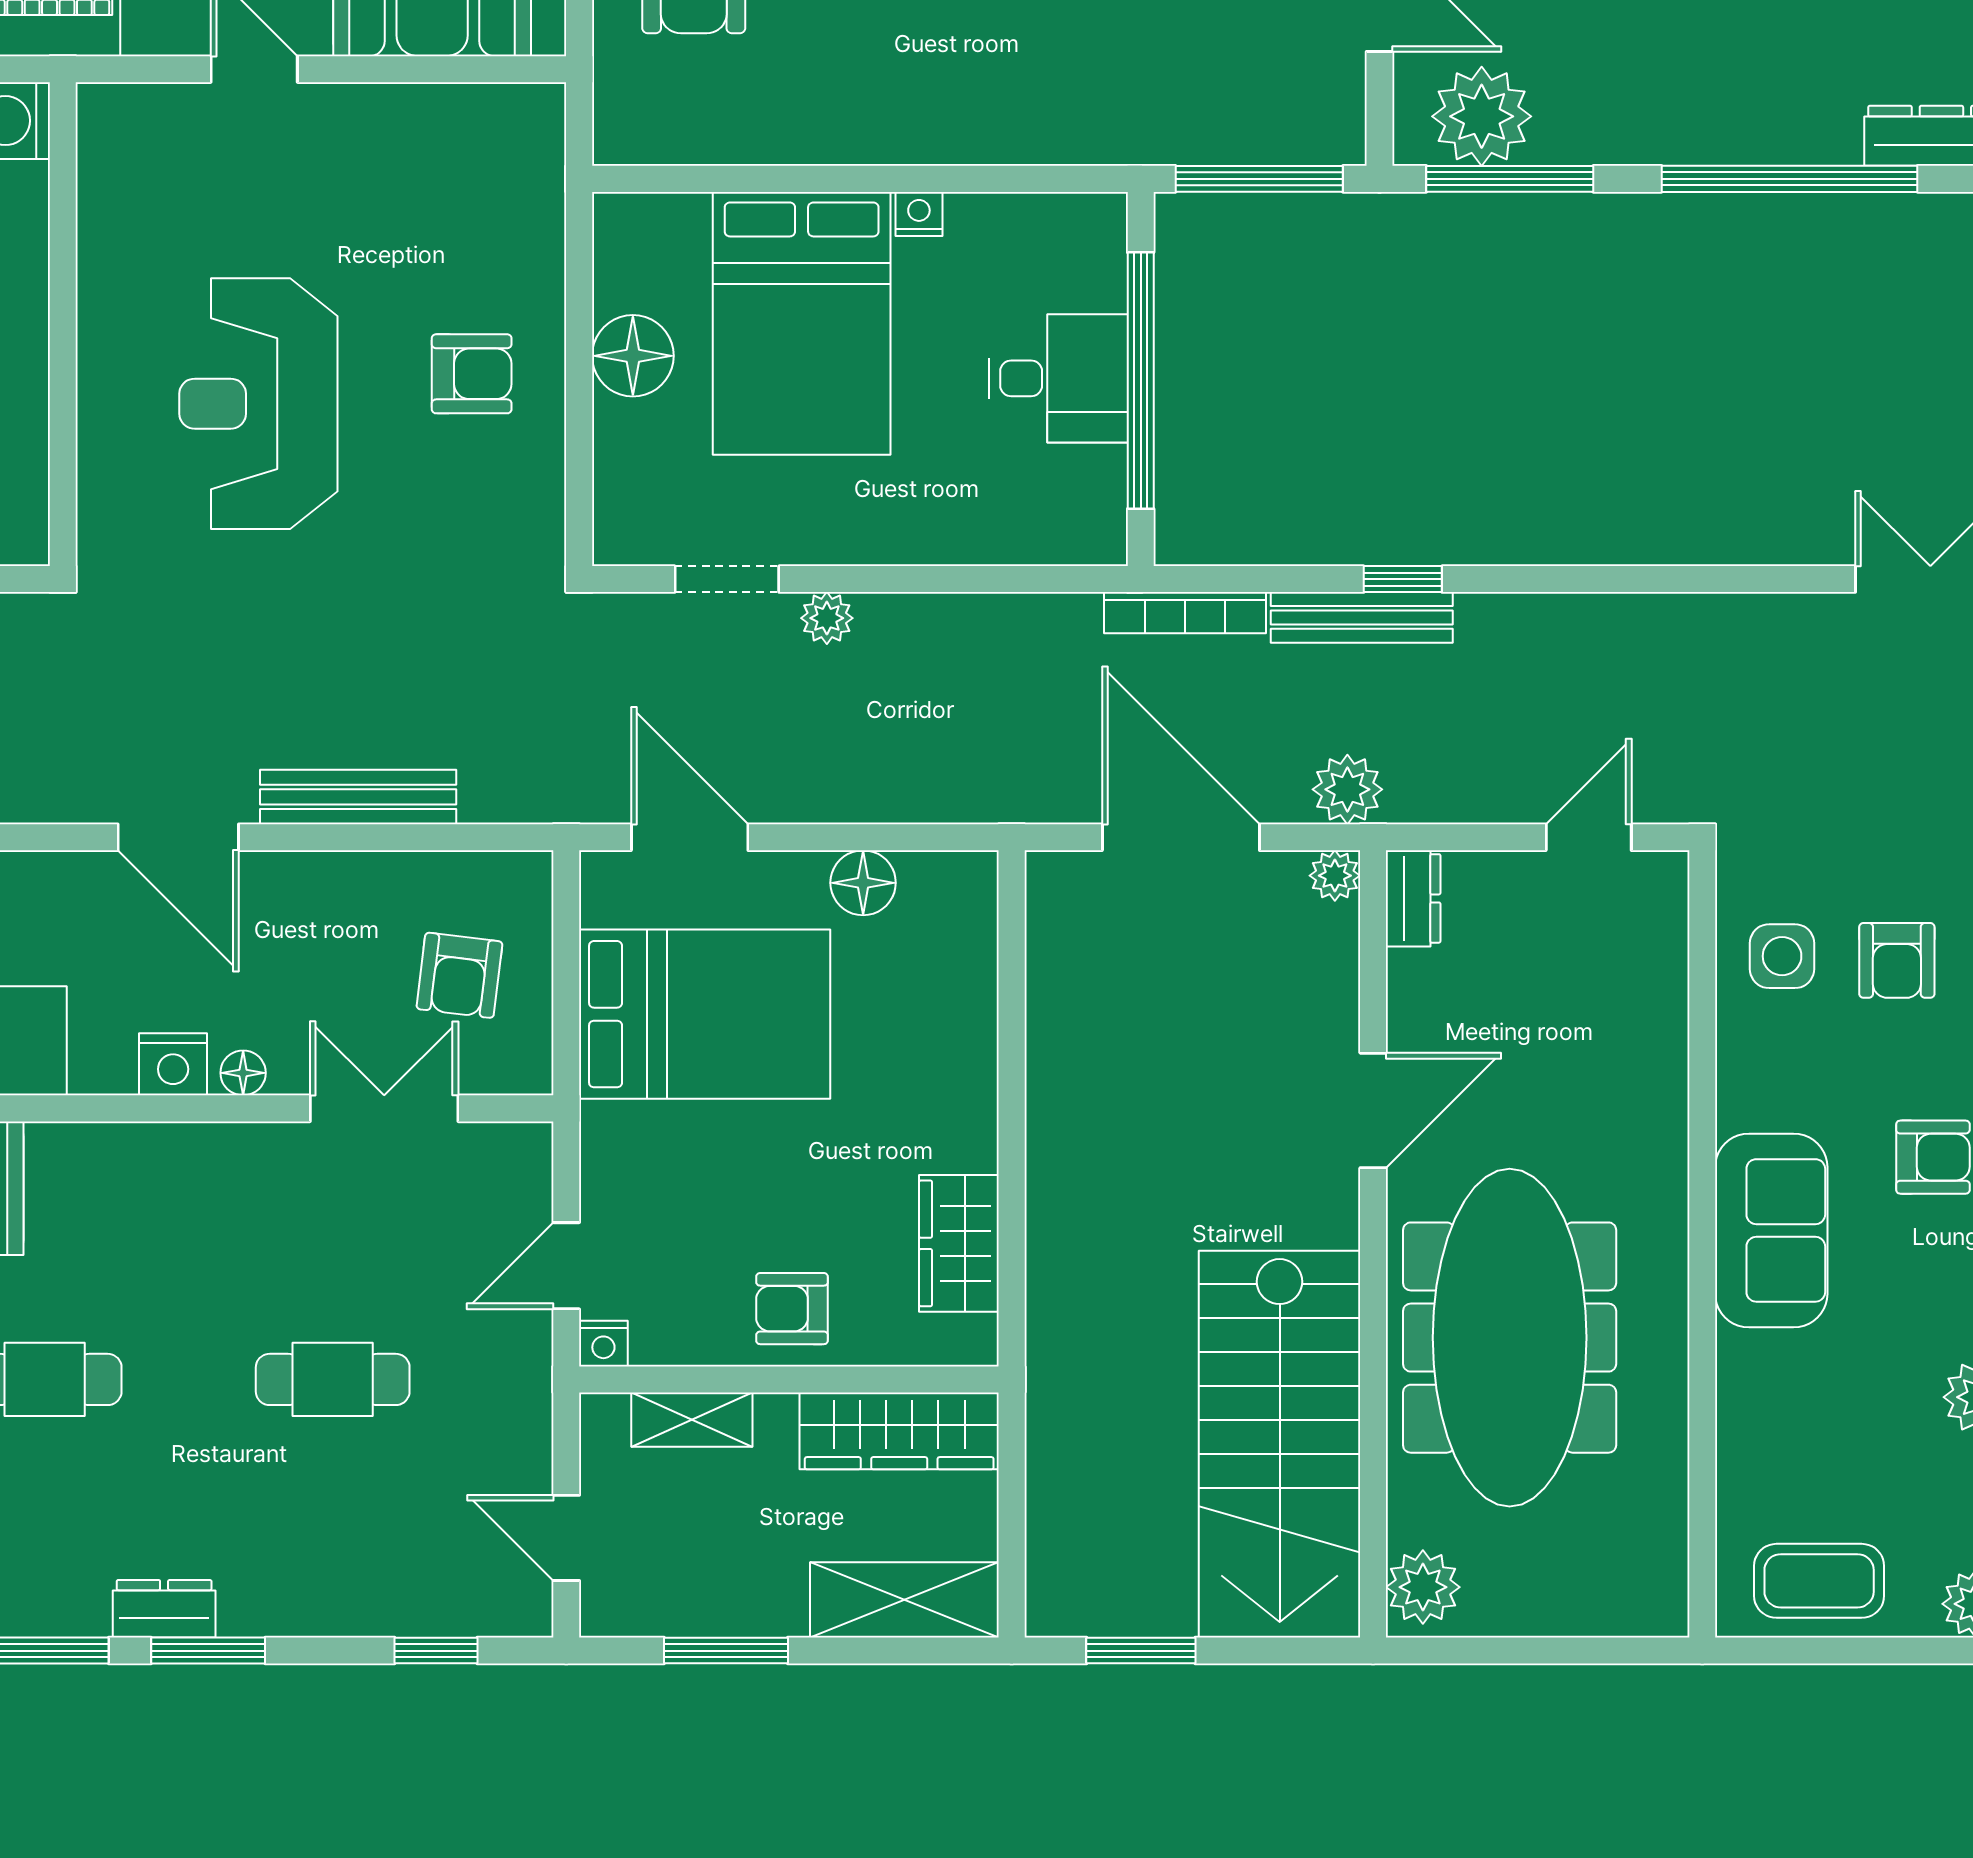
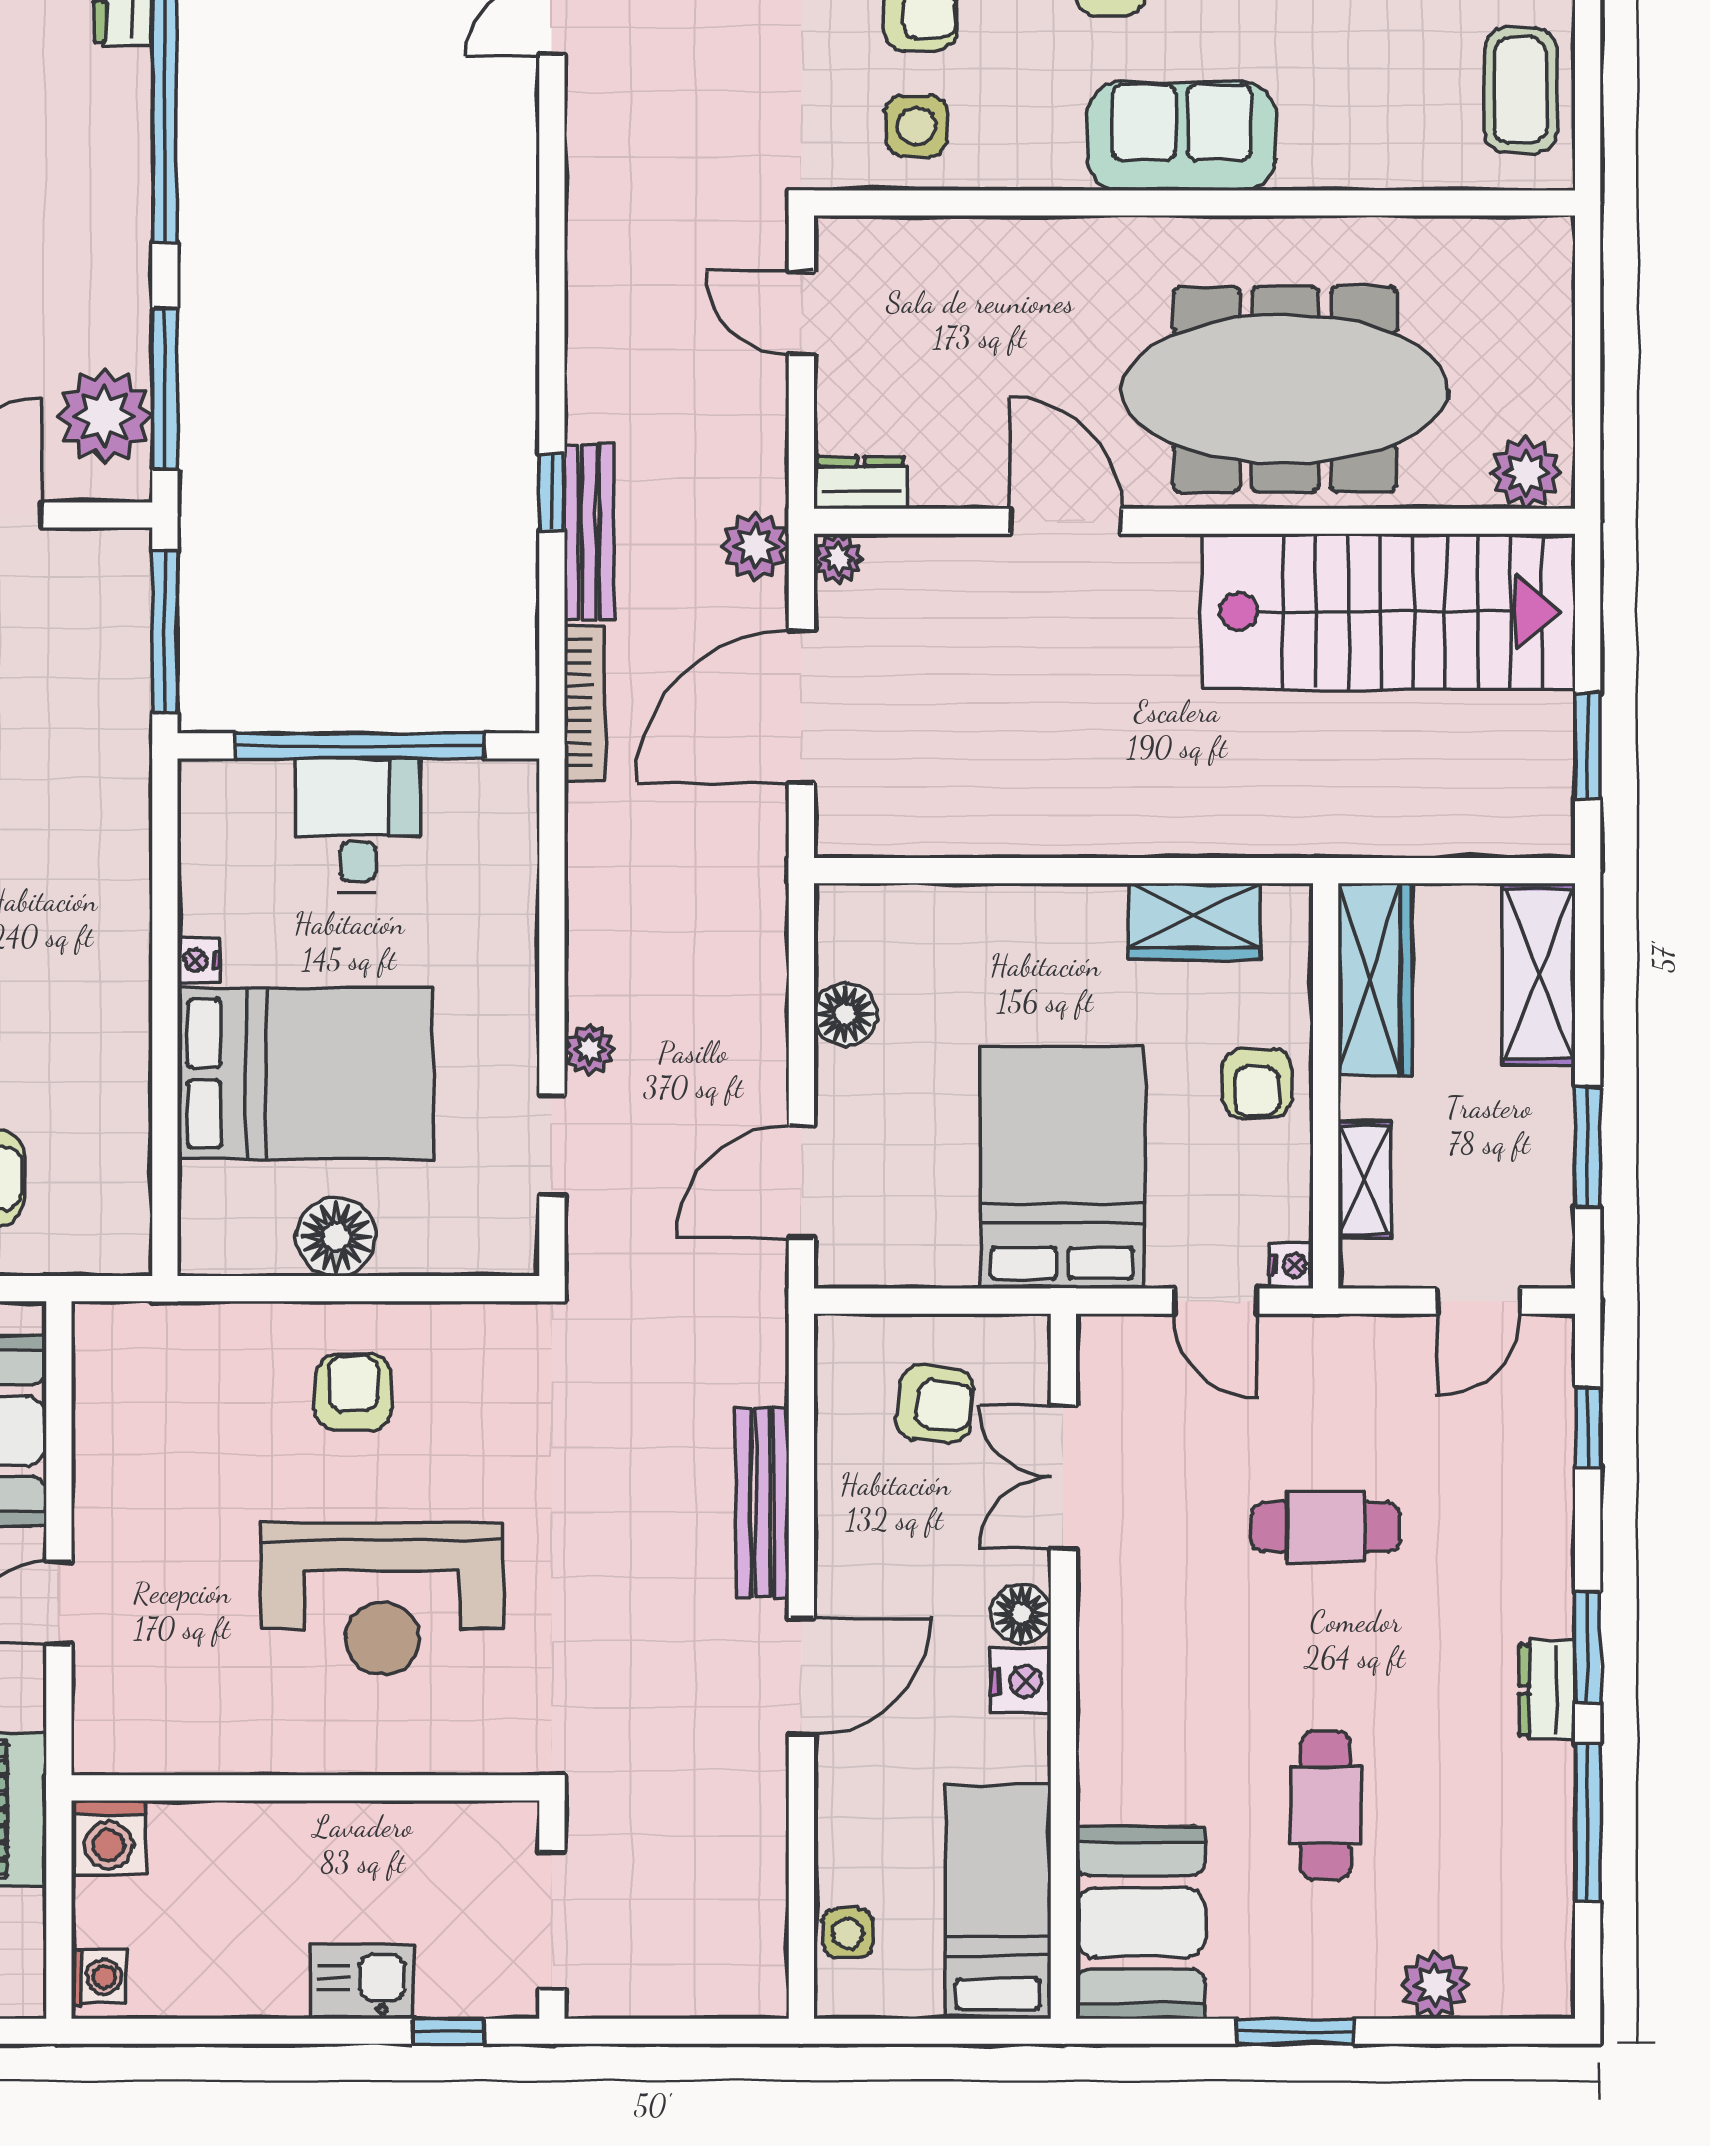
bed: (705, 1014) -> (1062, 1167), moved
floor lamp: (243, 1073) -> (1021, 1614), width x1.37, depth x1.37
cafe table: (333, 1379) -> (1326, 1527), turned 90

